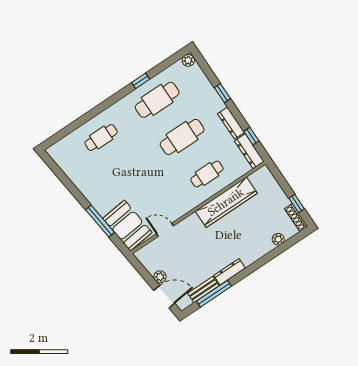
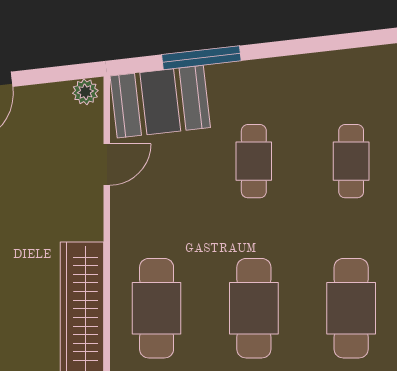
cafe table: (207, 174) -> (157, 308), width x1.37, depth x1.35
cafe table: (126, 175) -> (254, 161), added
plant: (160, 277) -> (85, 92), moved

